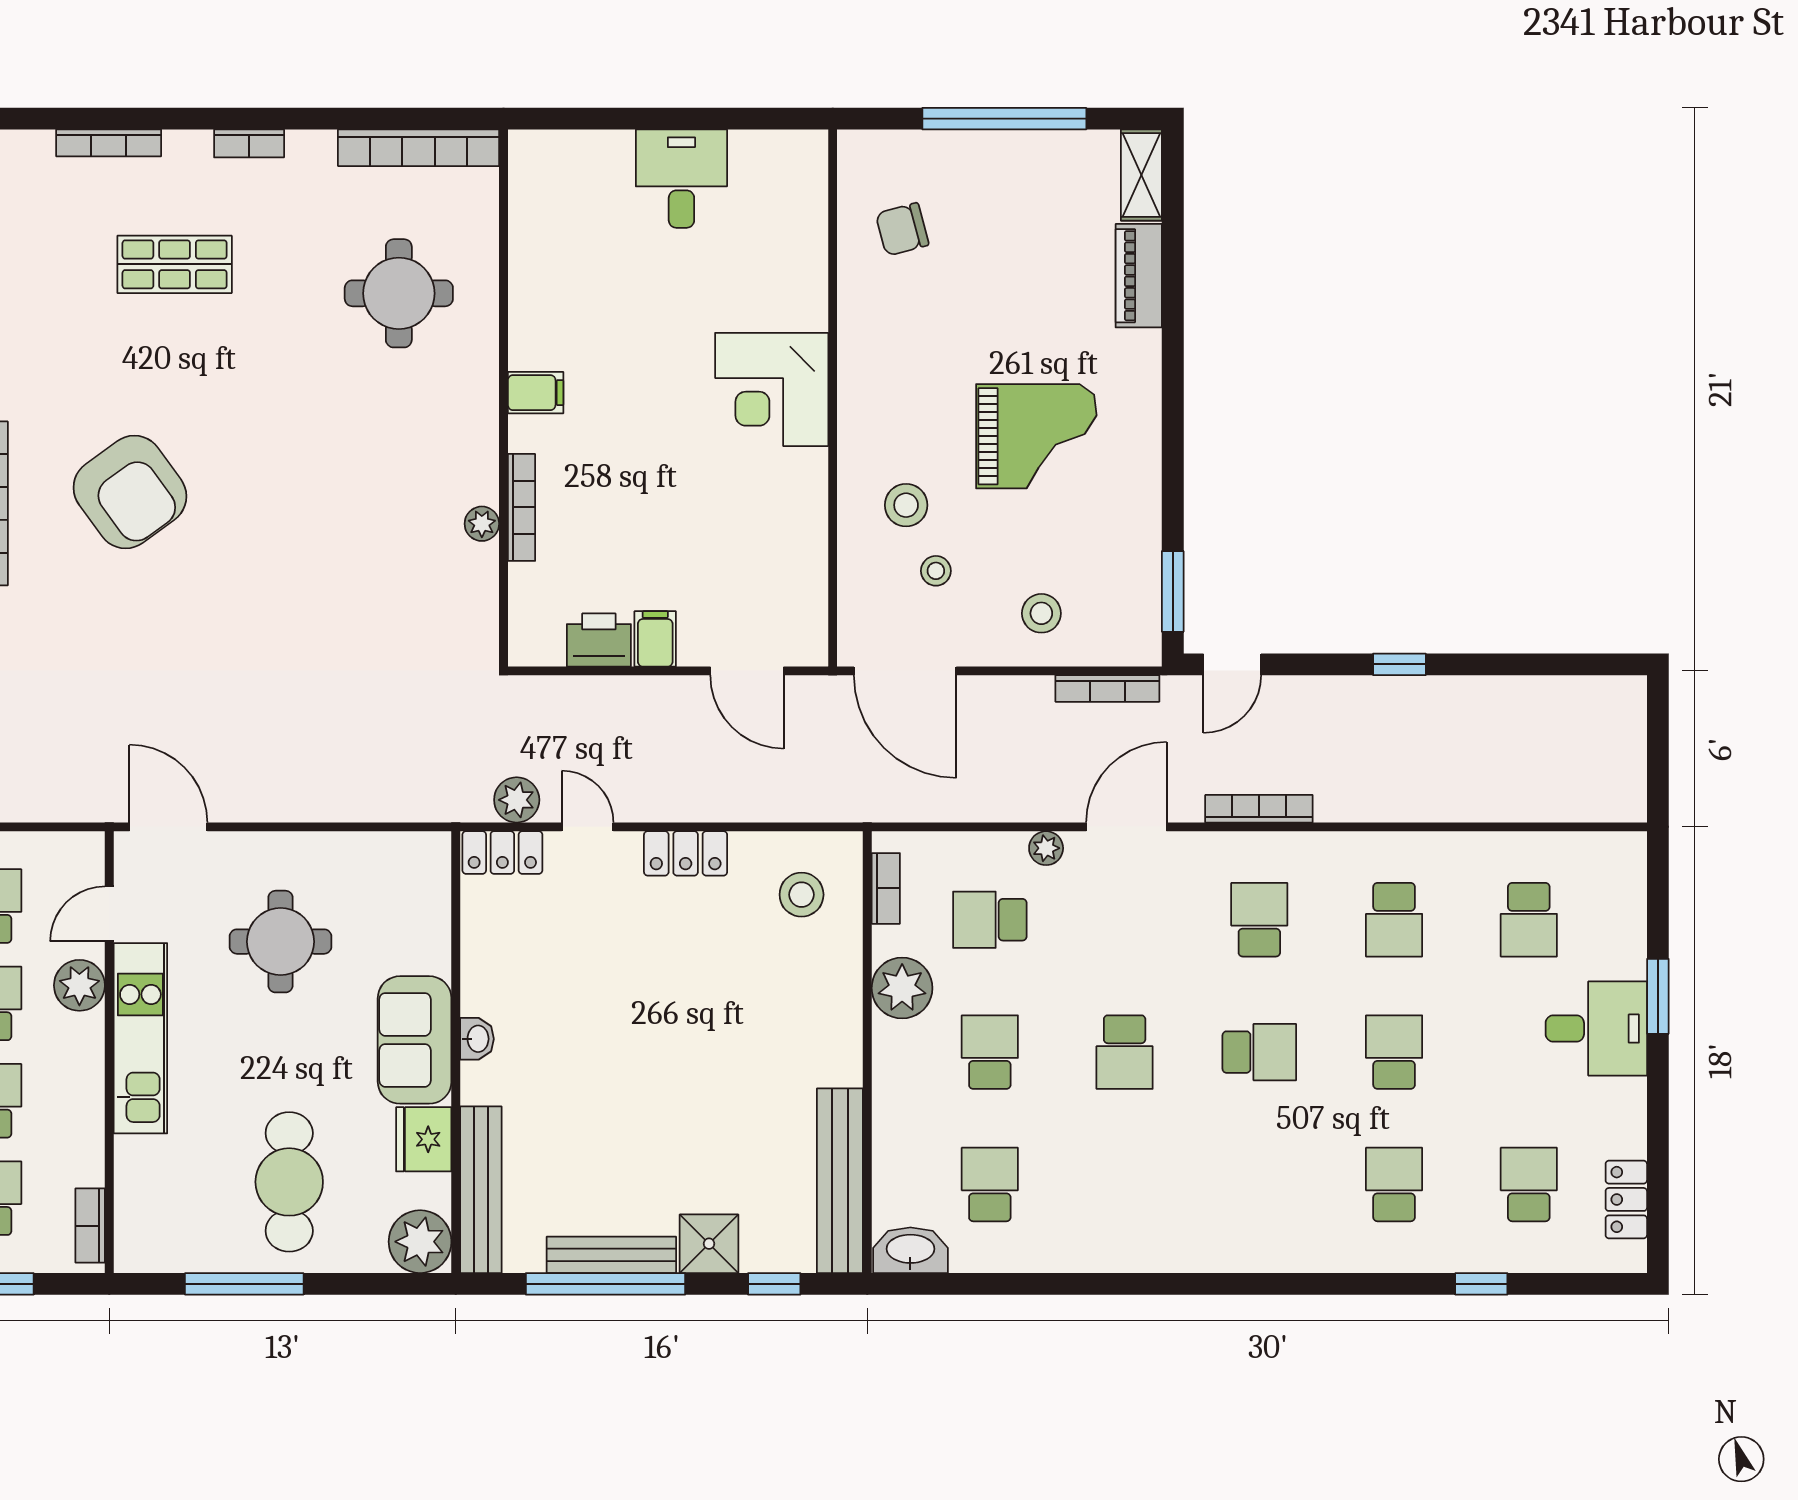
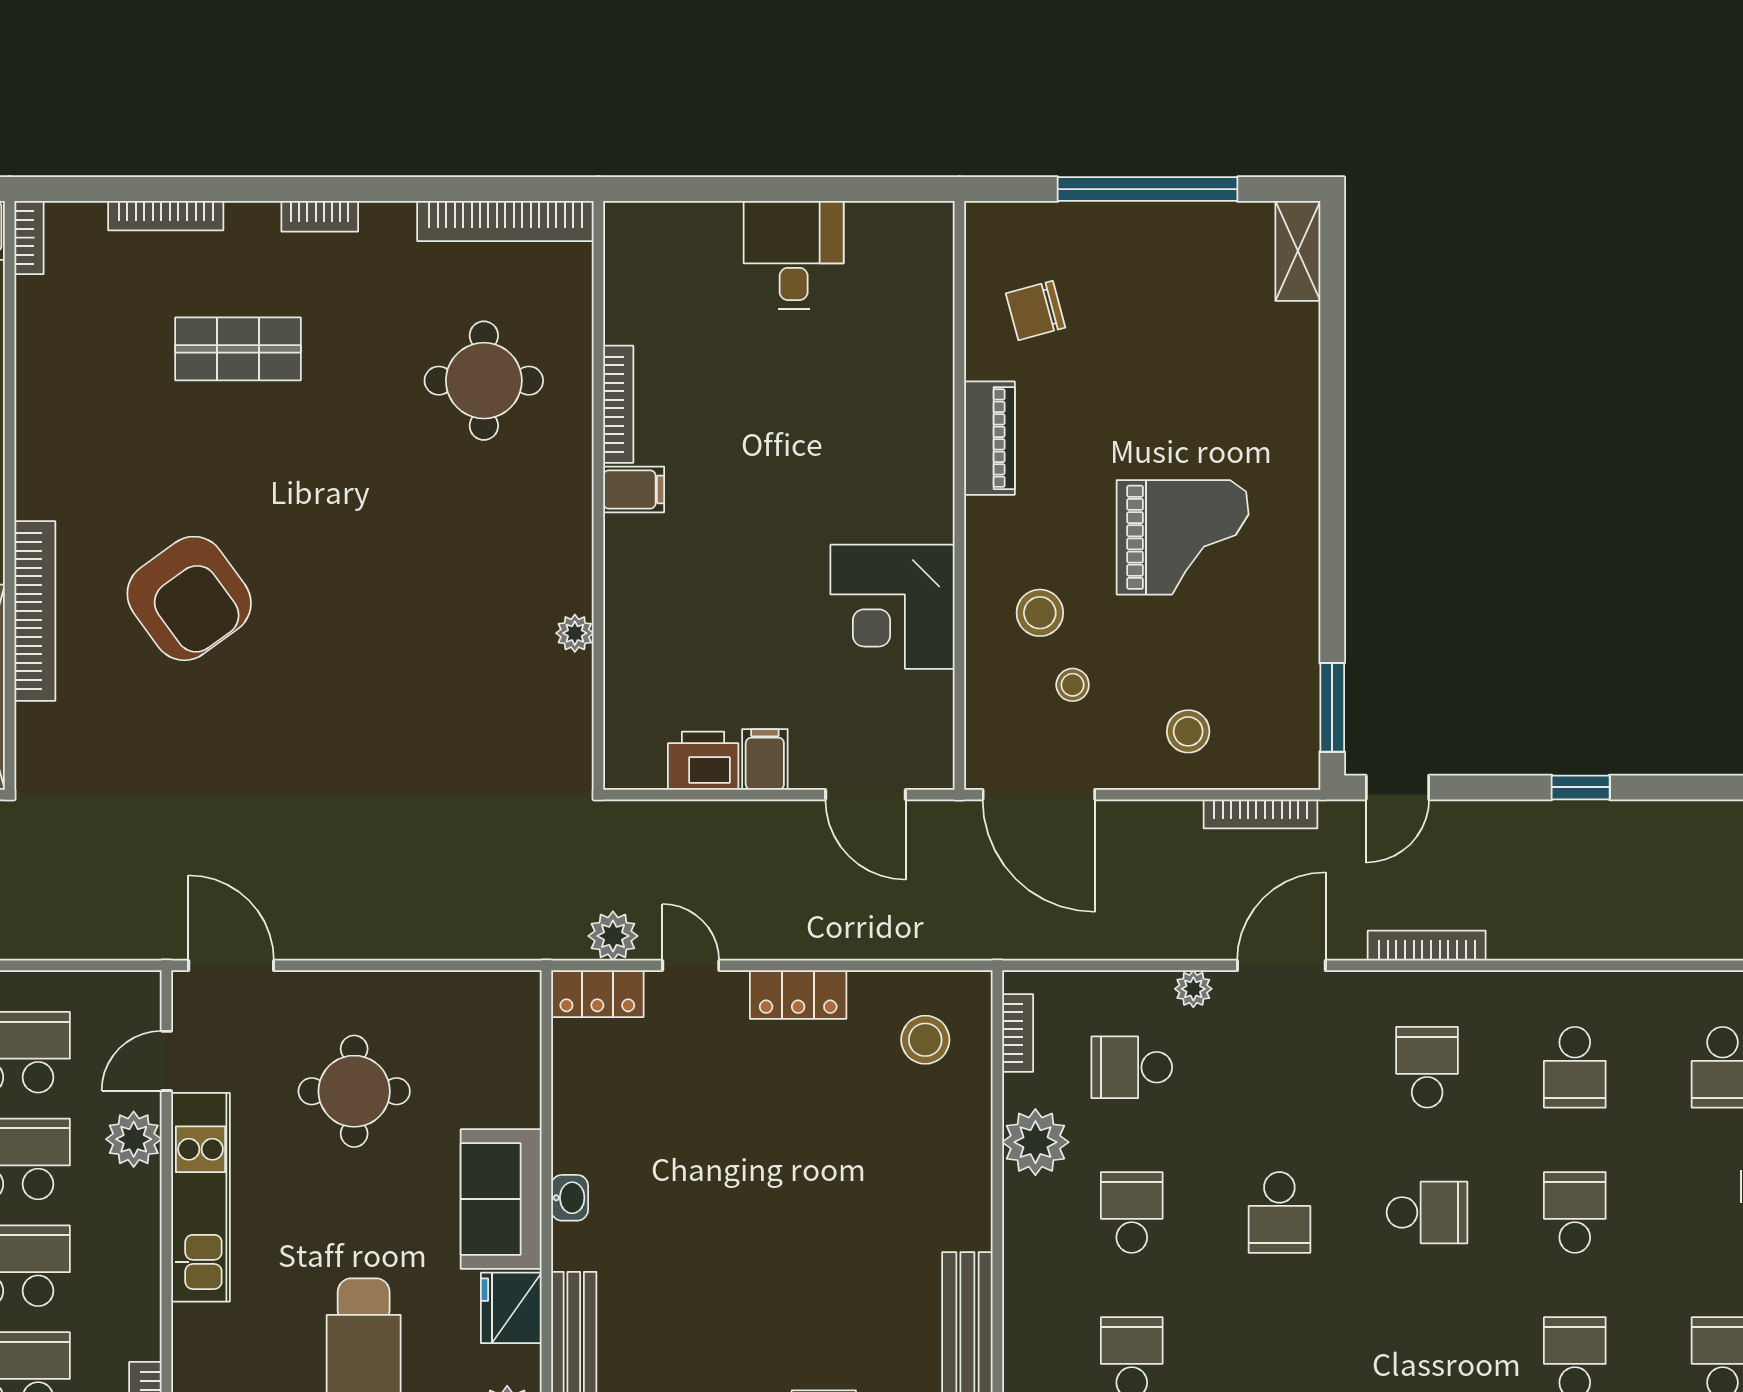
piano: (1139, 276) -> (989, 438), moved, turned 180
corner desk: (772, 389) -> (893, 607), moved
bookcase: (521, 507) -> (618, 404), moved

